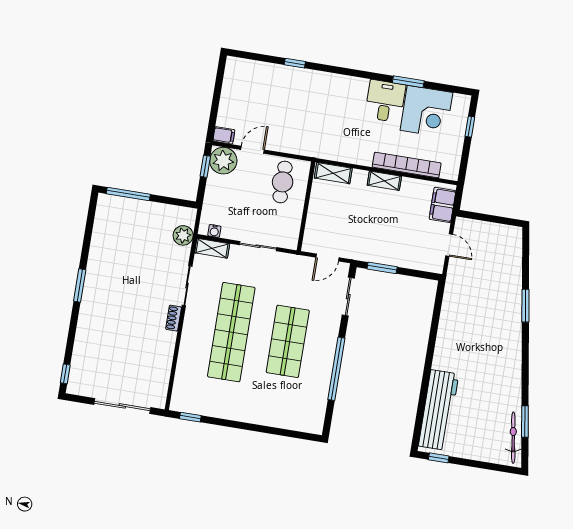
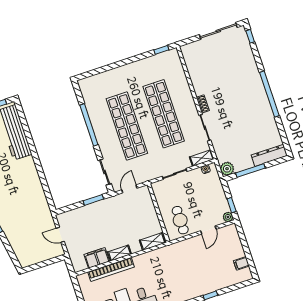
filing cabinet: (224, 135) -> (241, 263), moved
plant: (223, 161) -> (228, 217), width x0.53, depth x0.53
window: (128, 194) -> (250, 171), moved
filing cabinet: (442, 205) -> (97, 258), moved, turned -90
dresser: (122, 206) -> (269, 155), added
plant: (183, 235) -> (227, 169), moved
window: (80, 285) -> (269, 94), width x2.11
shop shelf: (288, 341) -> (127, 126), width x1.40
sliding door: (122, 406) -> (218, 31), moved

